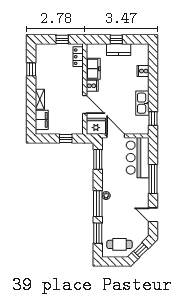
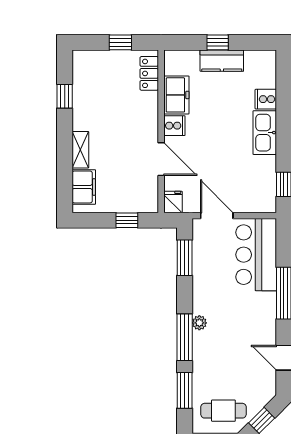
kitchen sink: (142, 103) -> (265, 133), moved
fridge: (96, 126) -> (173, 202), width x0.53, depth x0.75

